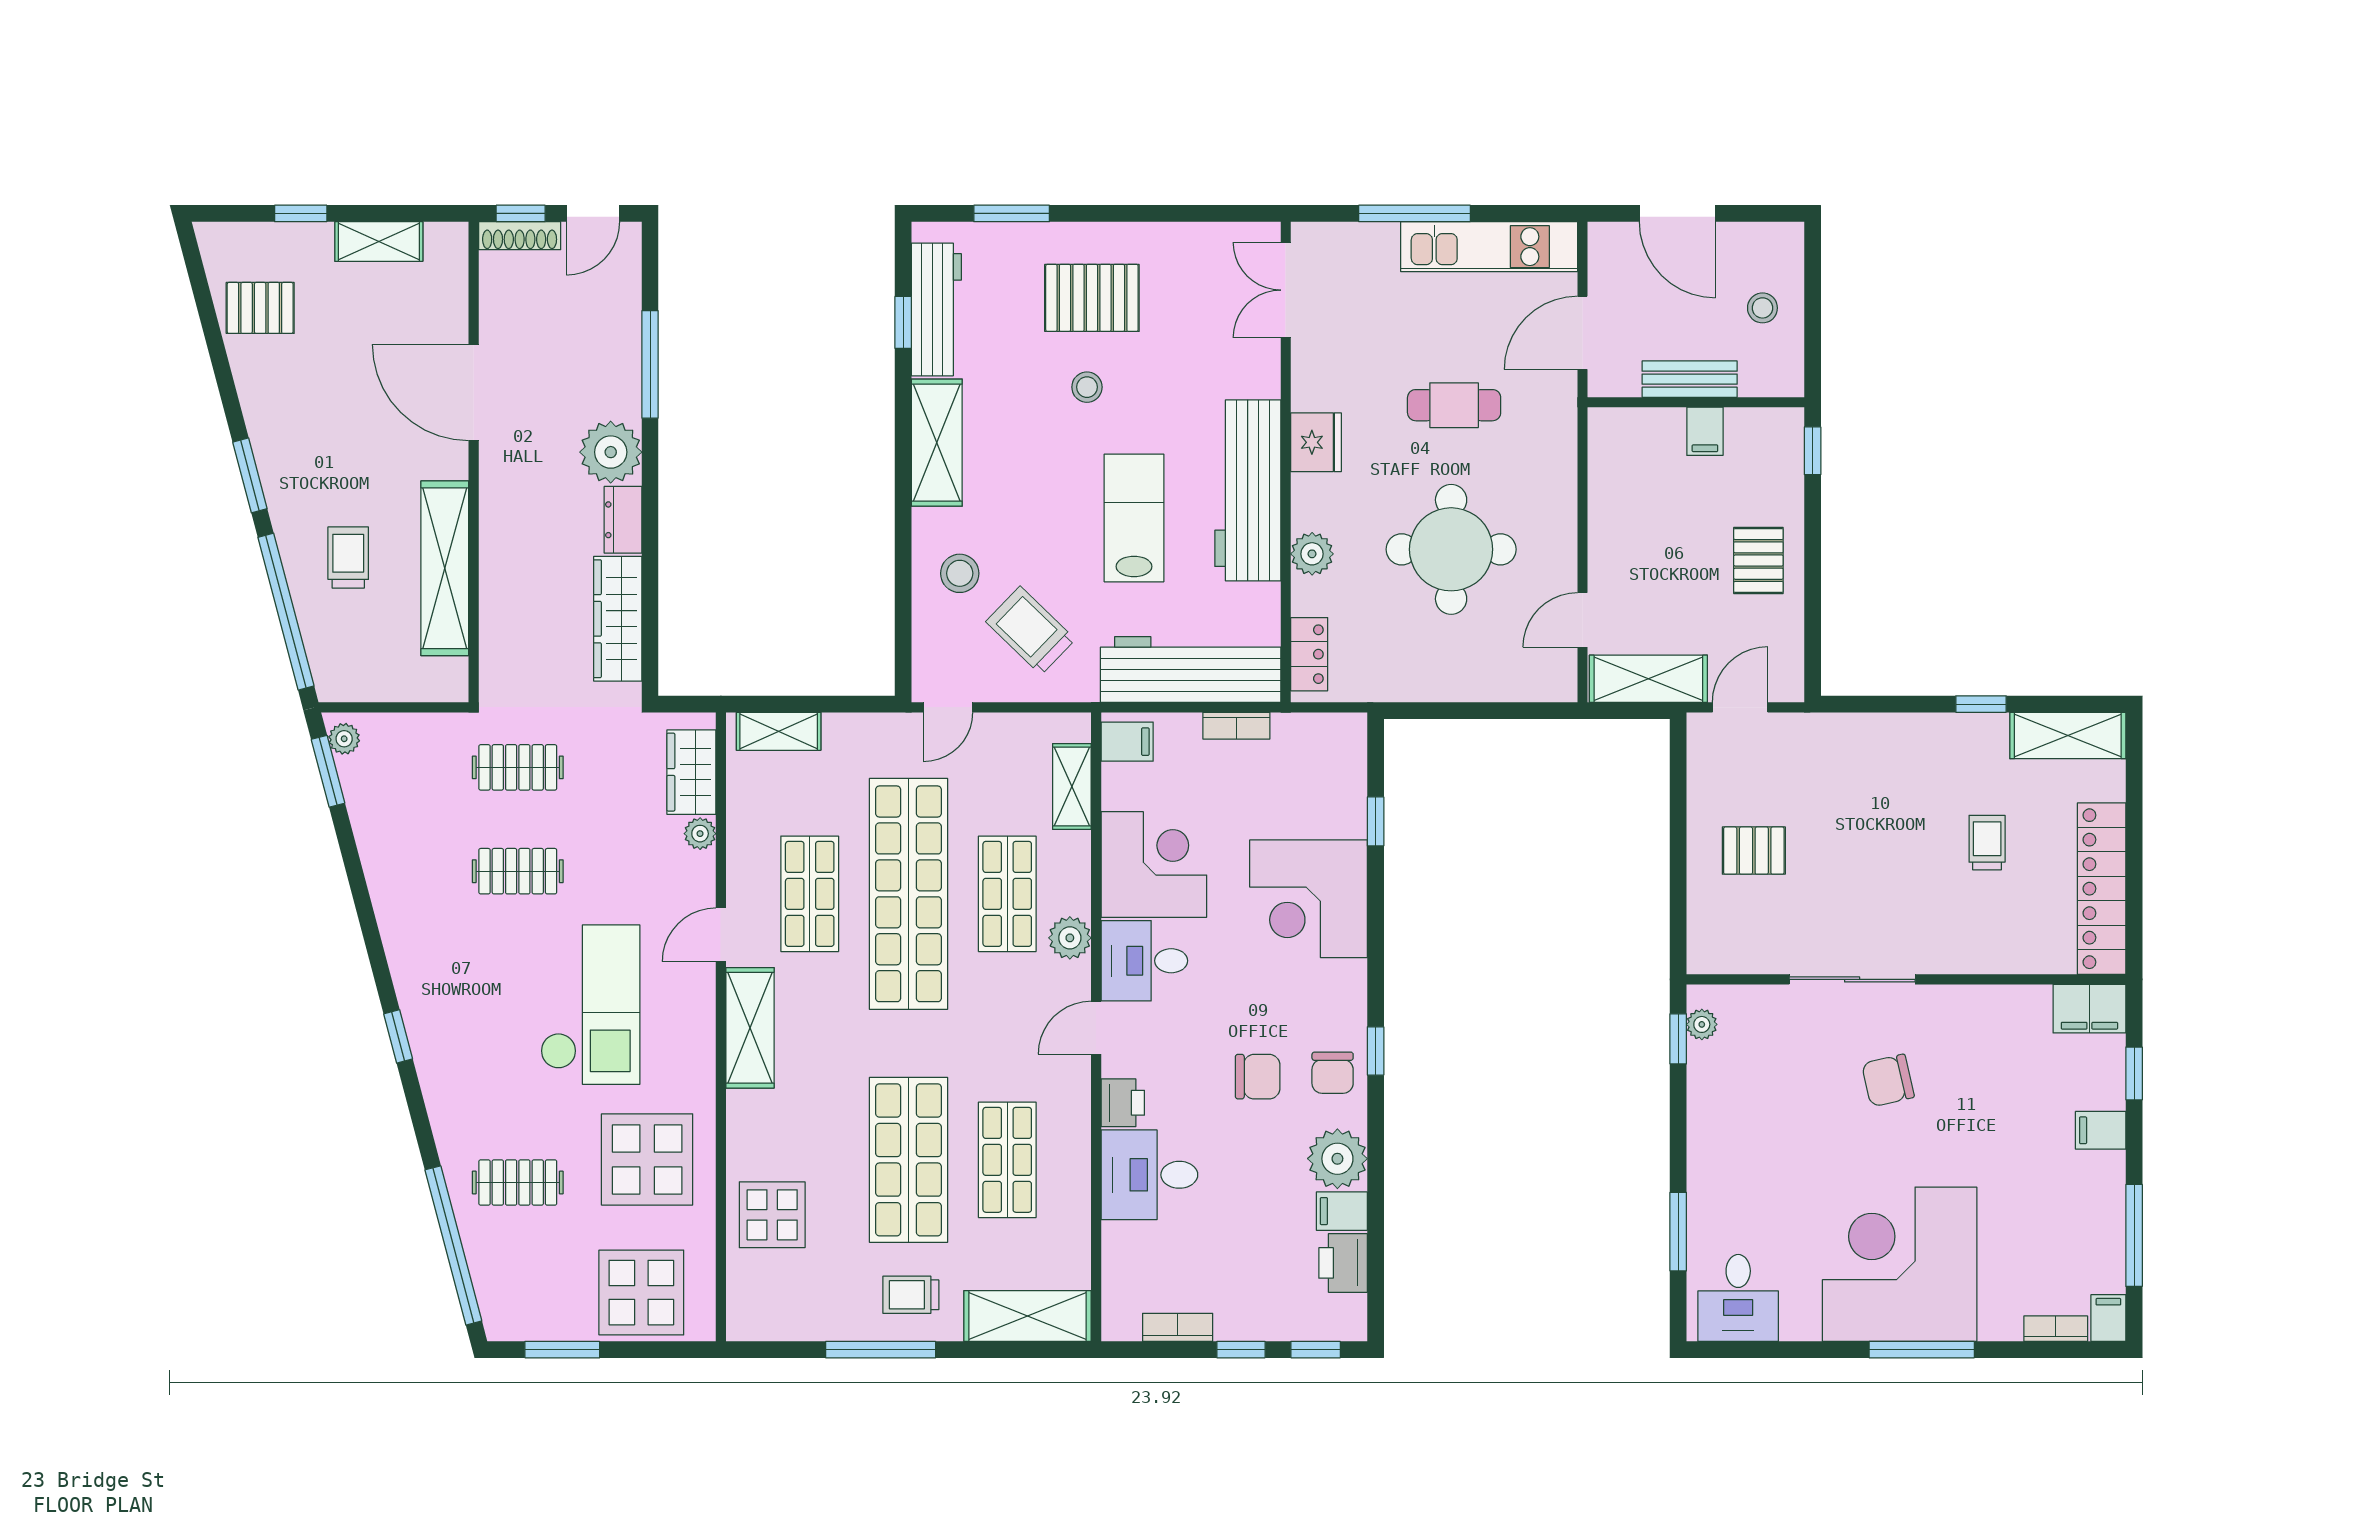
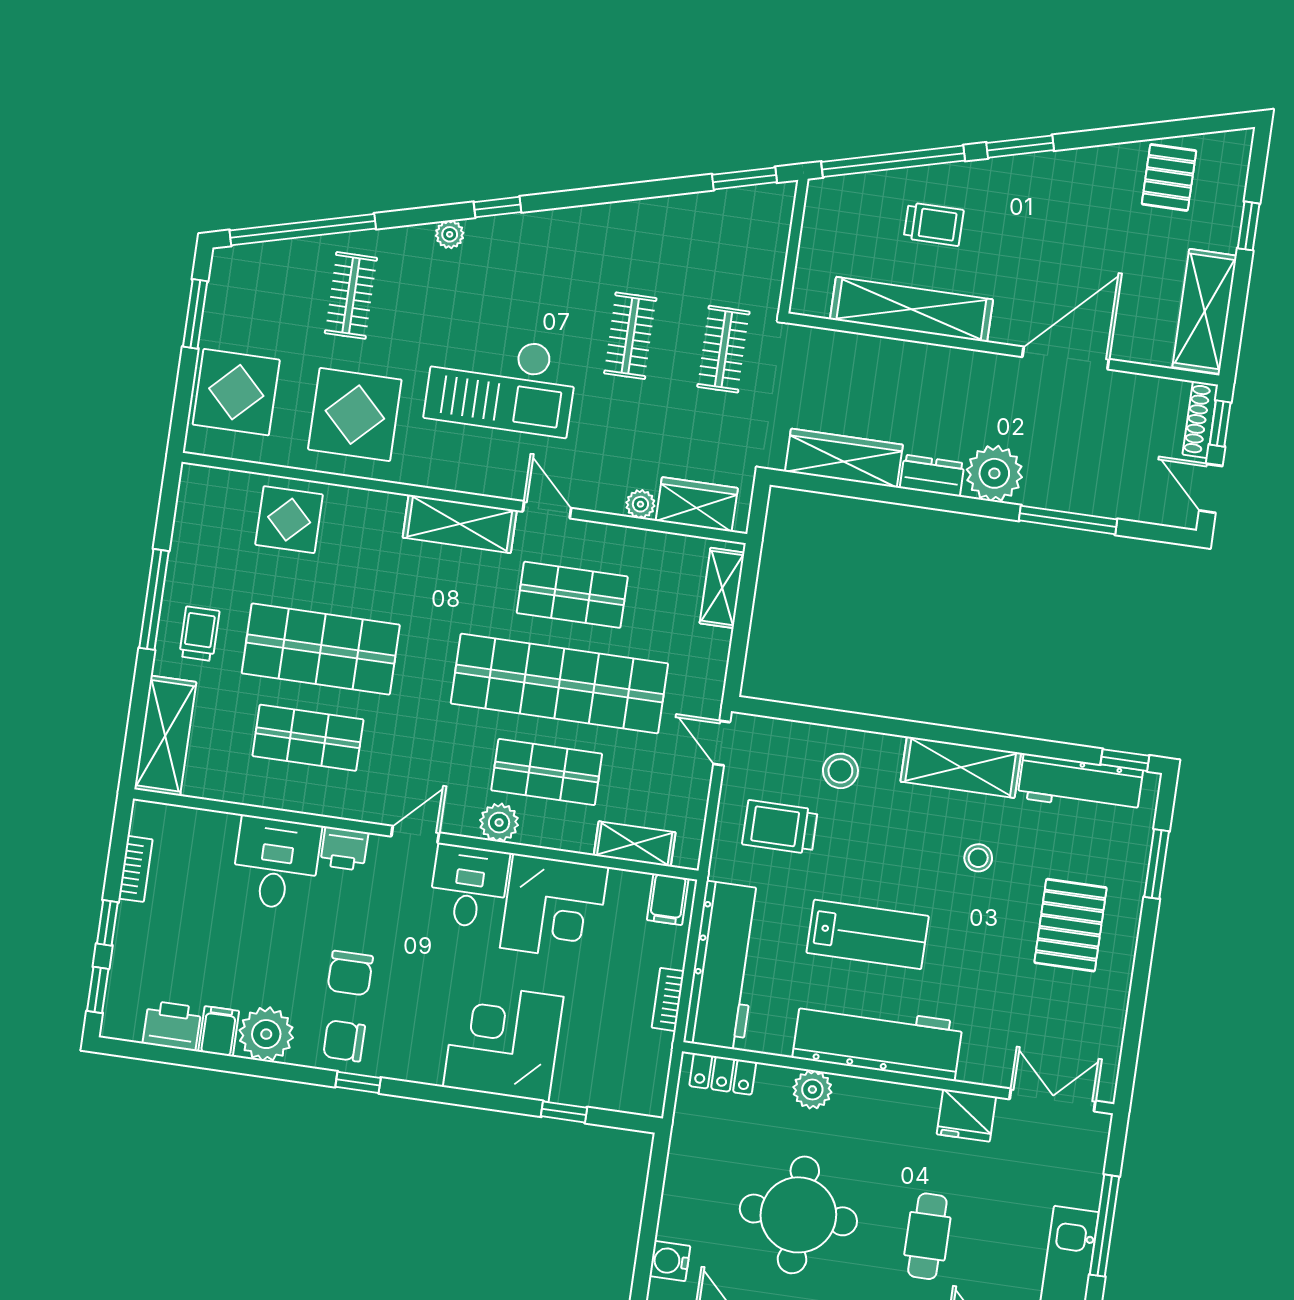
shelving: (379, 241) -> (1205, 311), width x1.50, depth x1.33
window: (903, 322) -> (1125, 760), moved
stool: (1087, 387) -> (978, 858), moved
fridge: (1316, 442) -> (966, 1115), moved
trolley: (1031, 631) -> (780, 827), turned -134
water cooler: (1522, 682) -> (670, 1261), added
plant: (344, 739) -> (450, 234), moved
door: (1096, 1028) -> (415, 834), hinge flipped

